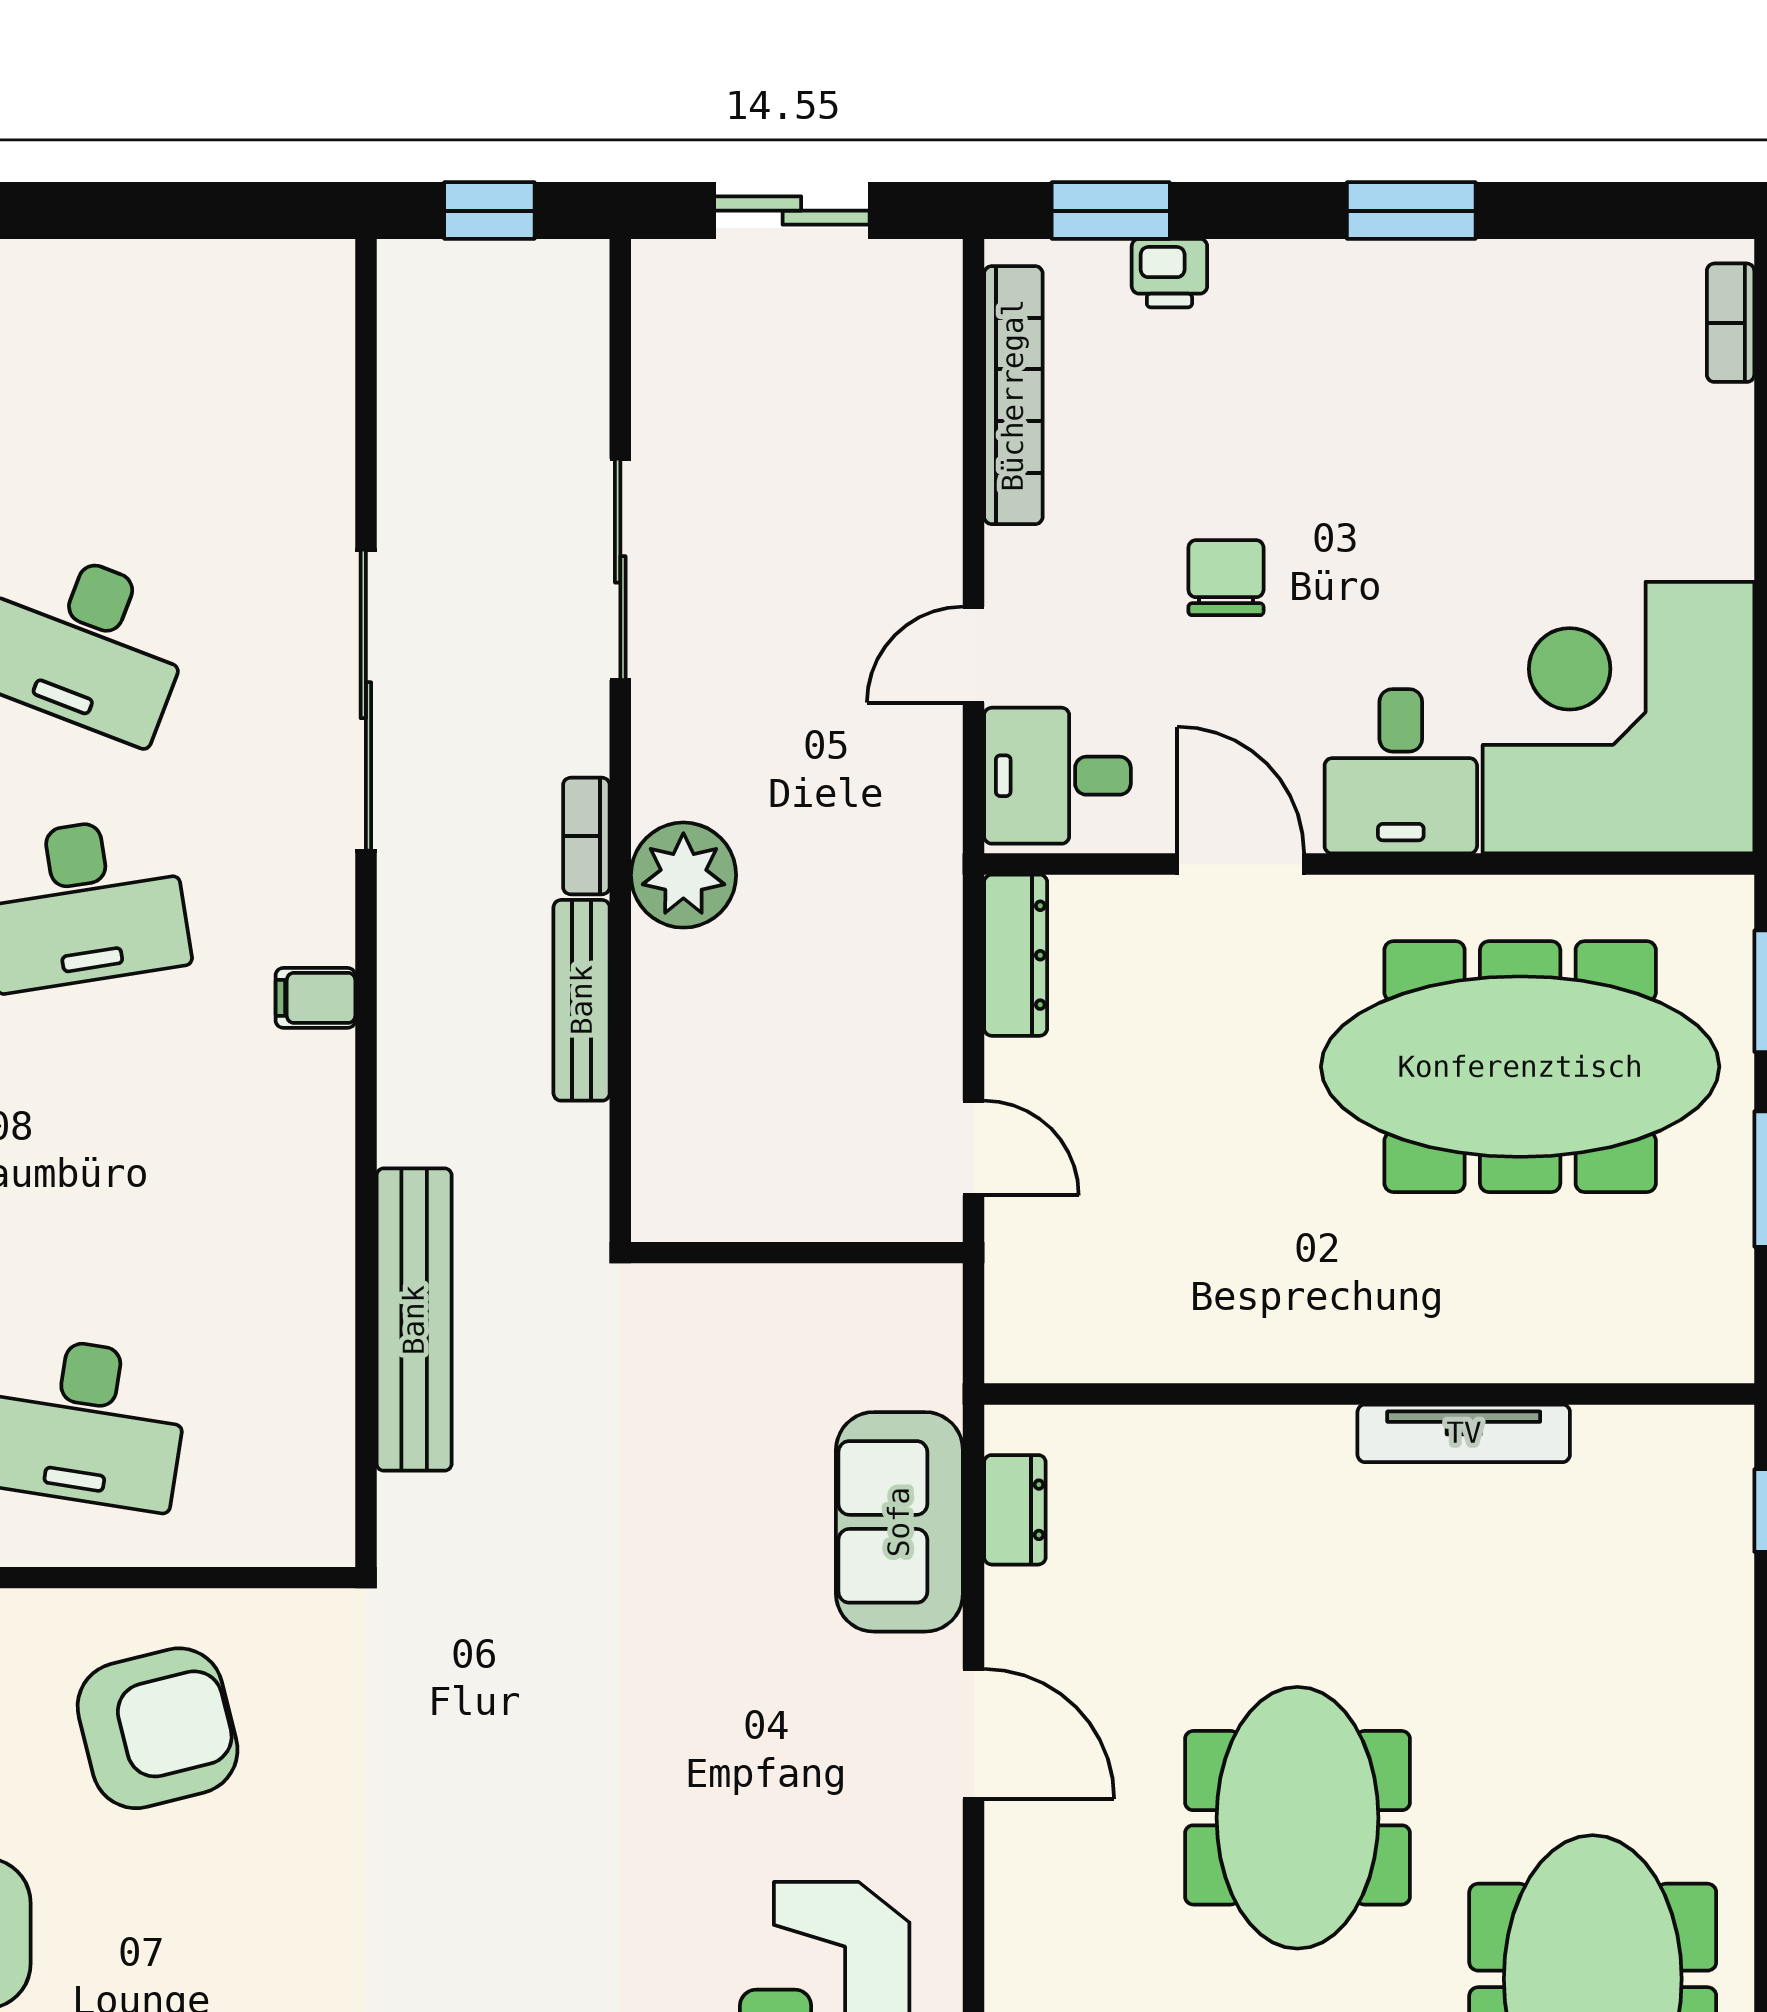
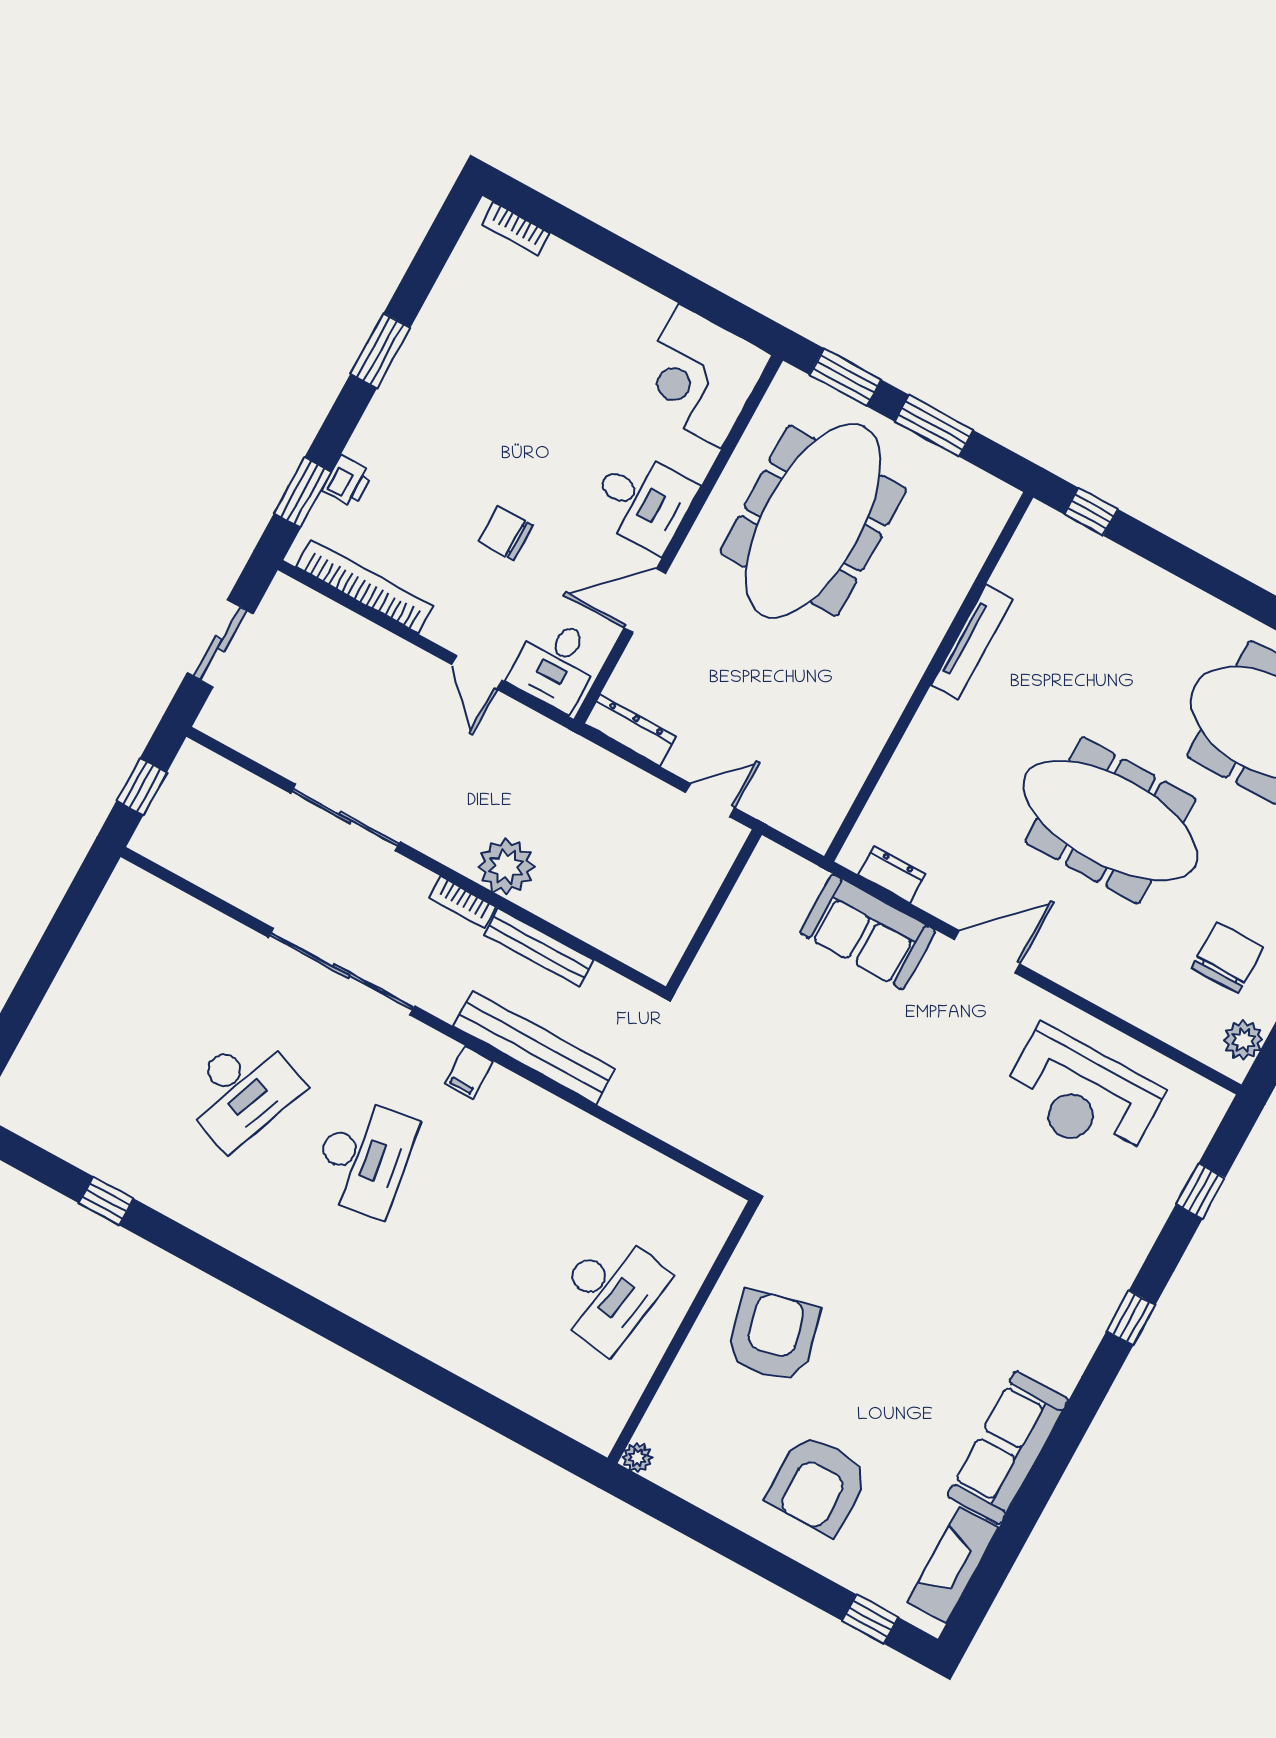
corner desk: (1618, 718) -> (700, 376), width x0.74, depth x0.74
bench: (414, 1320) -> (534, 1047), moved
meeting table: (1297, 1818) -> (1110, 820), width x1.36

